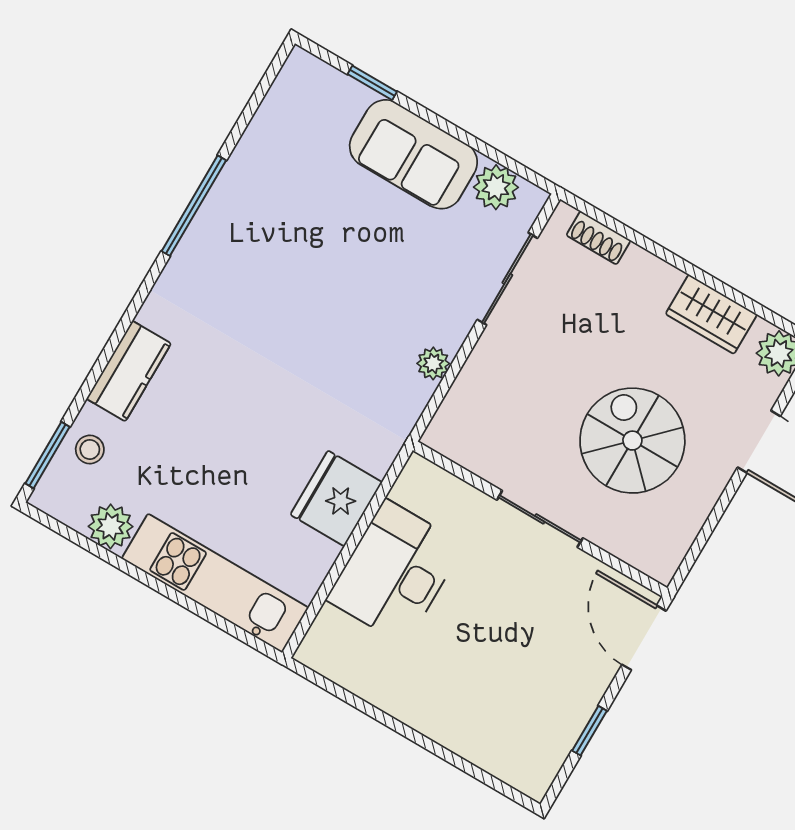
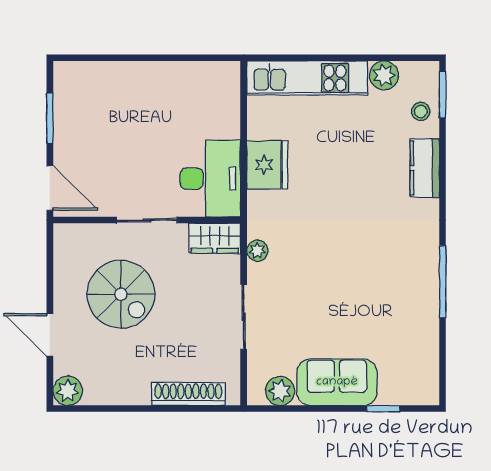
shoe rack: (599, 238) -> (188, 394), width x1.94, depth x1.24
sliding door: (507, 279) -> (244, 317), moved
wardrobe: (711, 314) -> (215, 238), moved, turned 180
plant: (433, 363) -> (257, 251), moved
desk: (395, 572) -> (210, 179), moved
window: (589, 731) -> (50, 118), width x1.50

